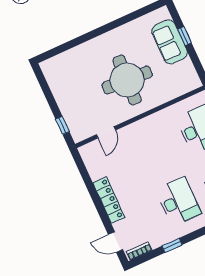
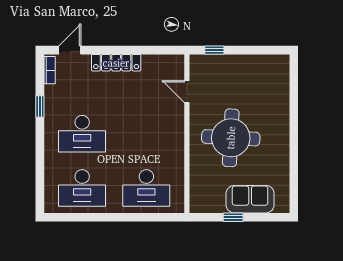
window: (184, 36) -> (233, 217), moved

